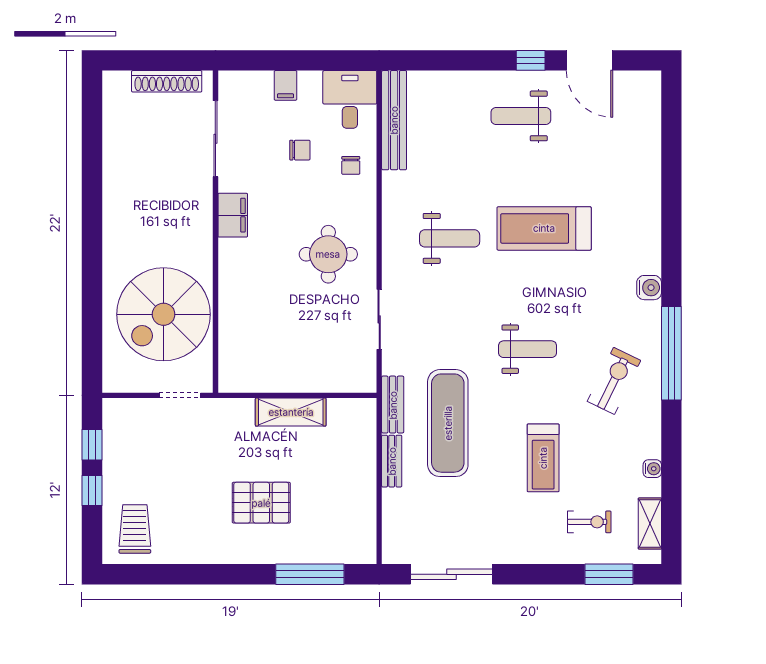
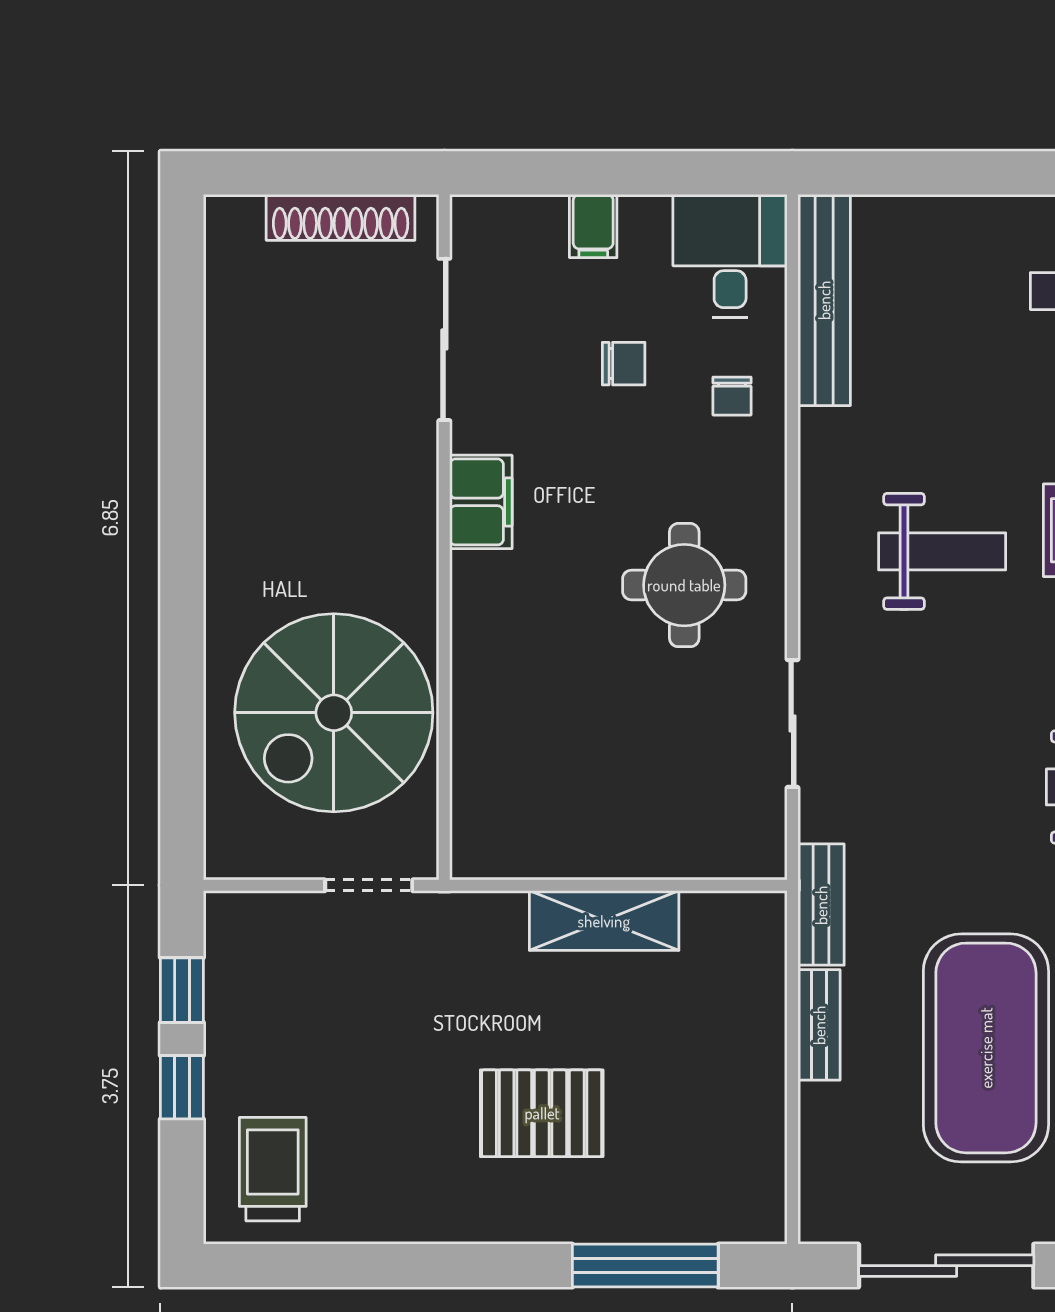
exercise mat: (448, 423) -> (986, 1048), moved, width x1.47

